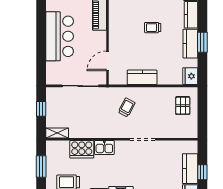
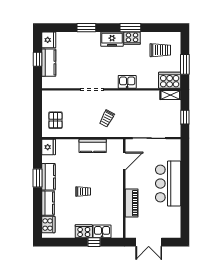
cooker: (82, 149) -> (170, 80), moved

